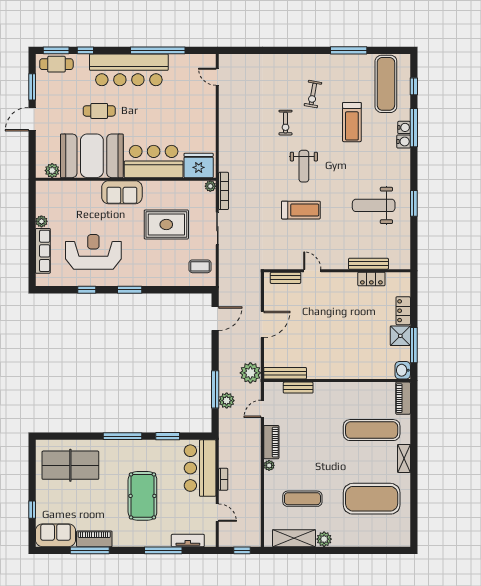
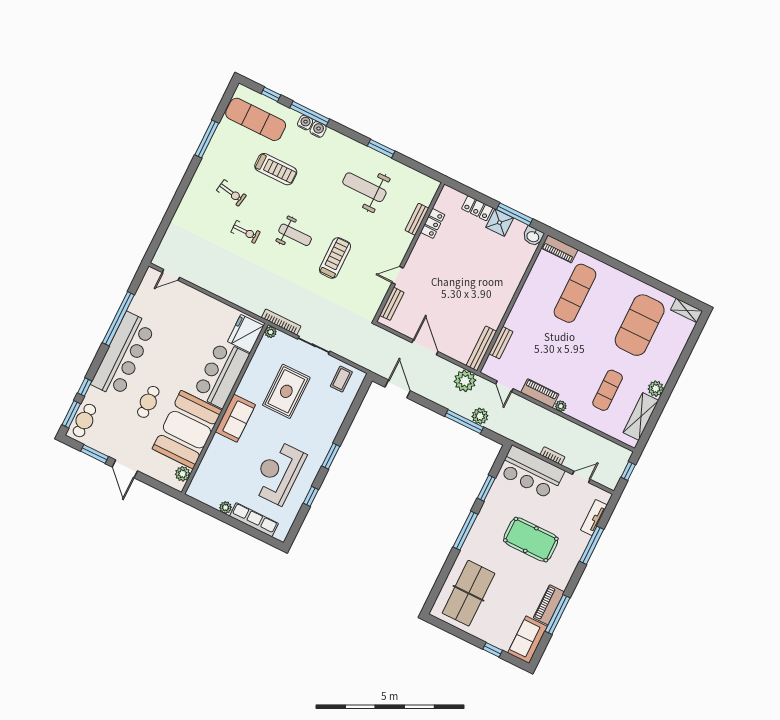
weight bench: (374, 205) -> (364, 187), turned 90
bench: (368, 264) -> (417, 219), width x0.73
shelving: (404, 458) -> (687, 310), moved

